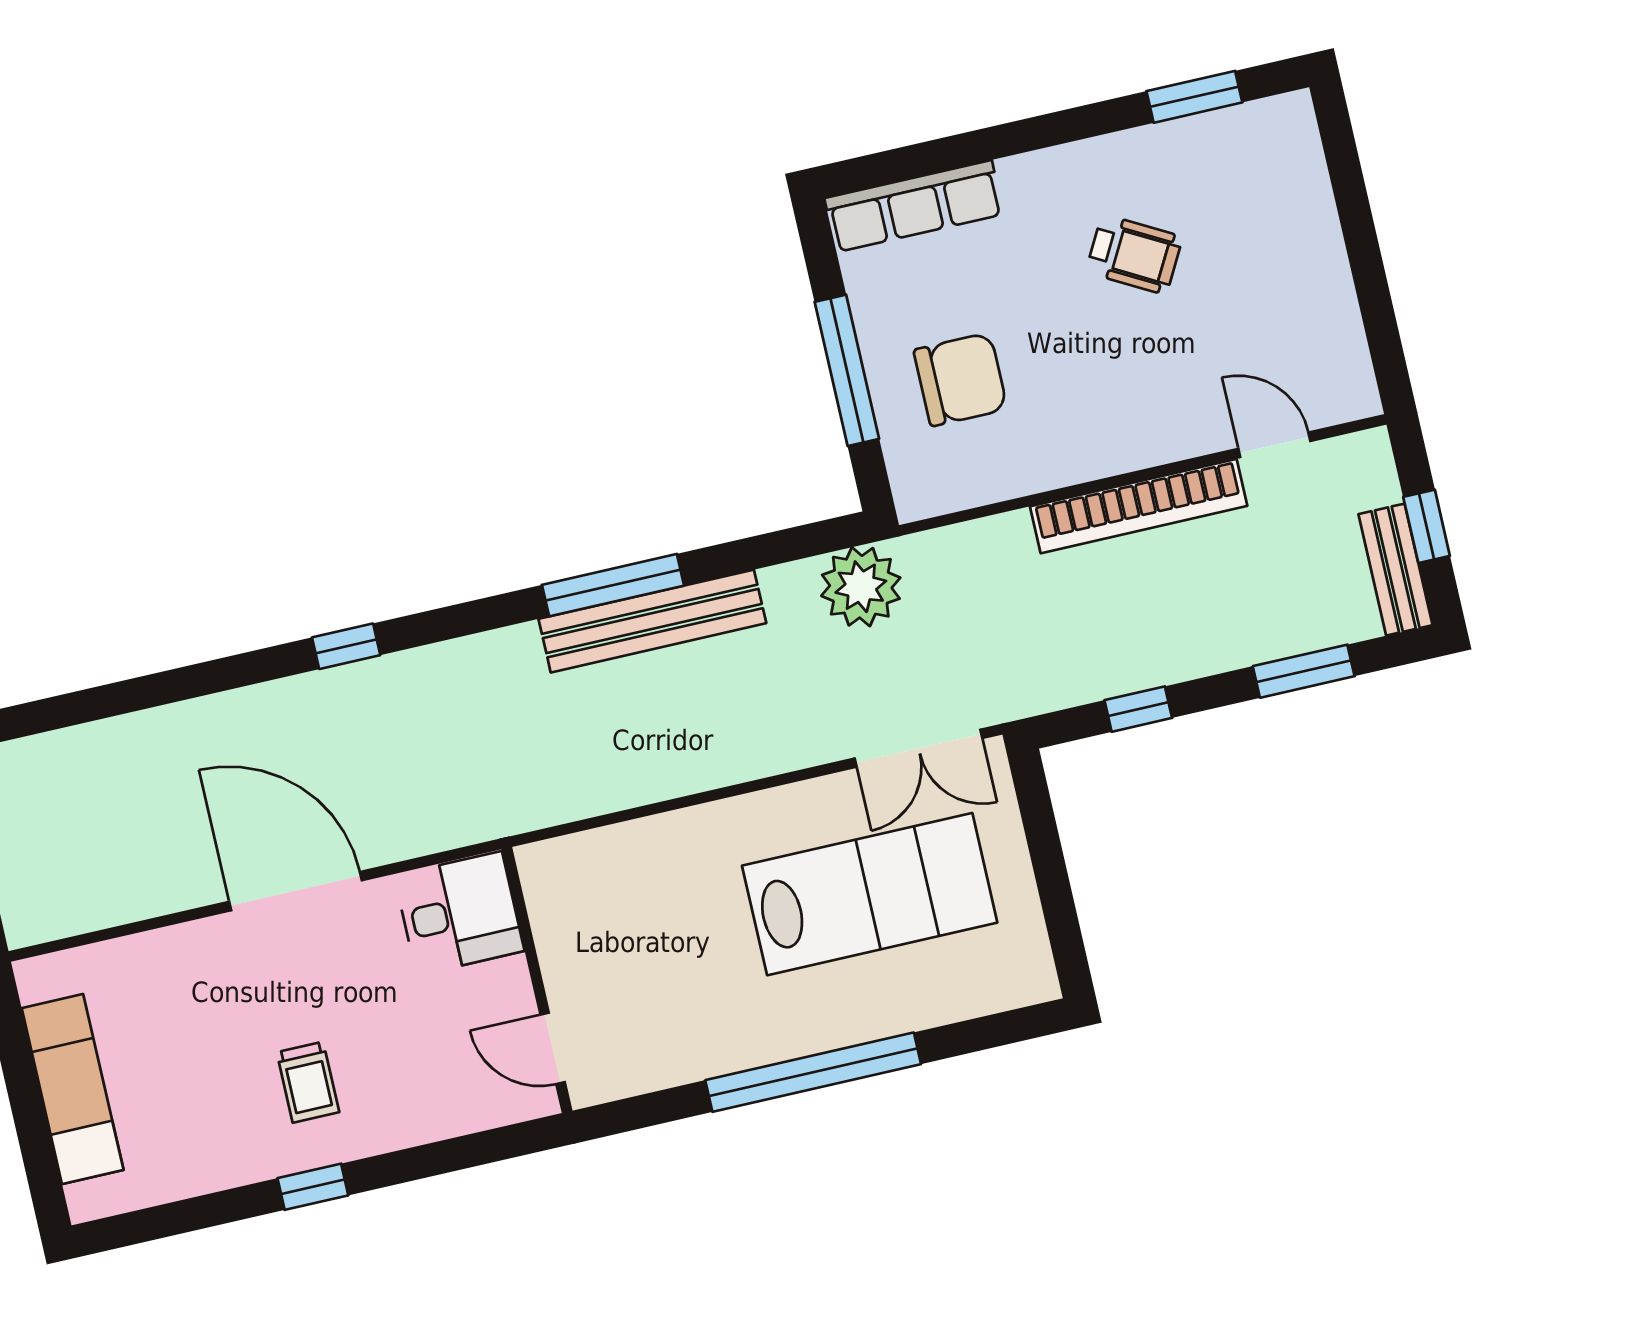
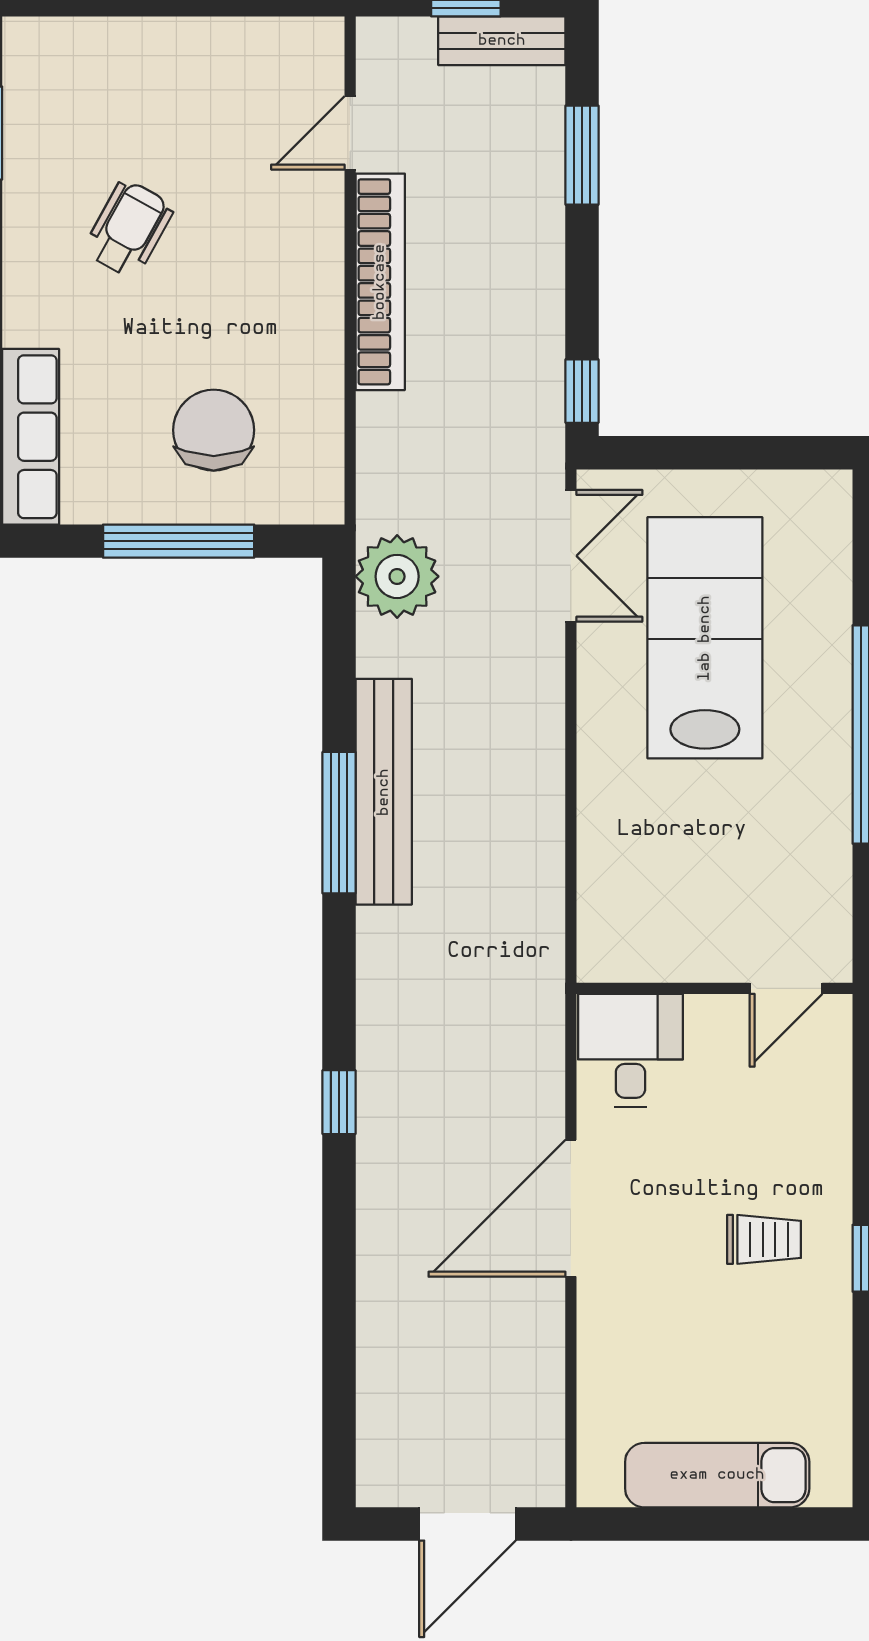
window: (1138, 709) -> (582, 391), moved

